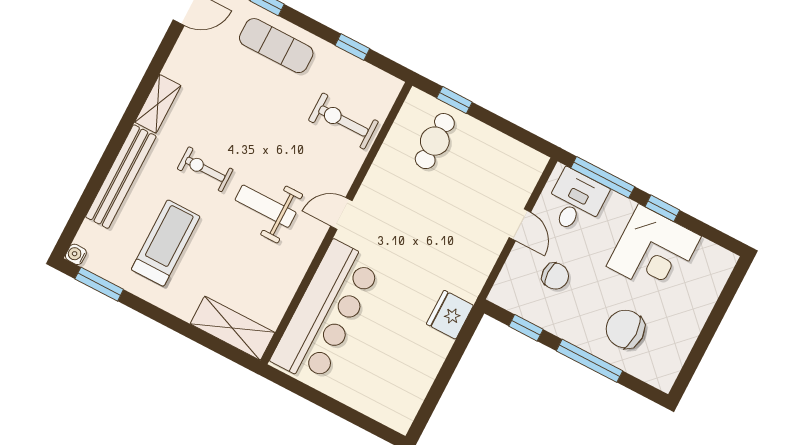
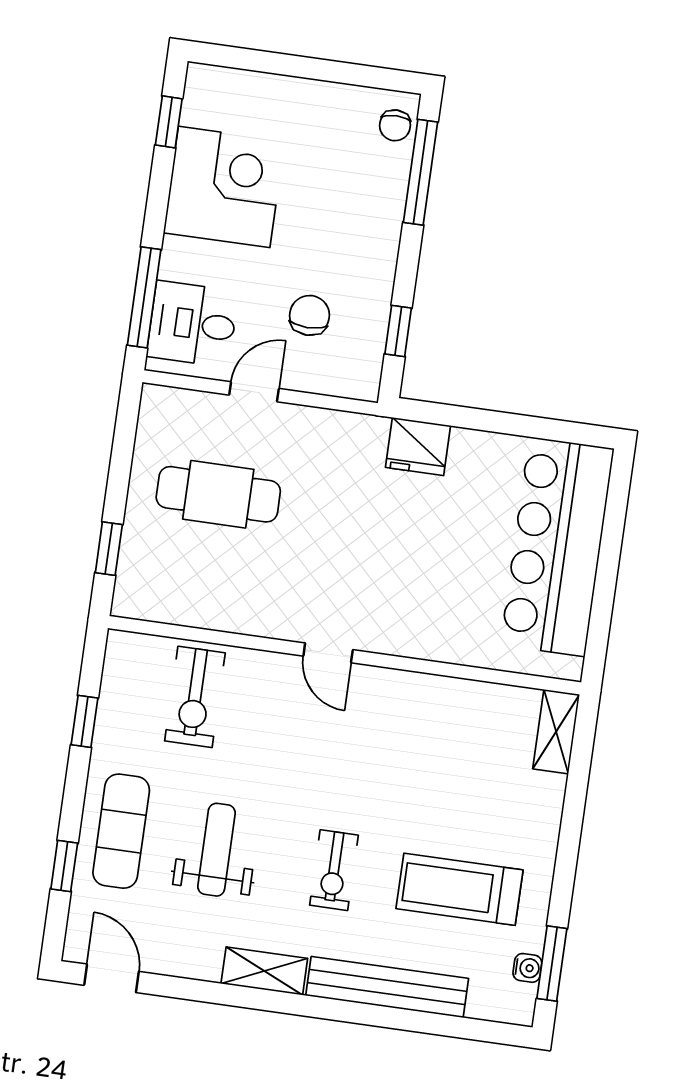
cafe table: (435, 141) -> (218, 494), moved, width x1.37, depth x1.35
weight bench: (266, 206) -> (216, 850), moved, turned 180
window: (662, 208) -> (169, 122), moved
water cooler: (76, 254) -> (527, 968), moved, turned -90
bar counter: (326, 313) -> (557, 547), moved, turned -90
shelving: (232, 328) -> (556, 732), width x0.67, depth x0.75
chair: (625, 329) -> (395, 125), moved, width x0.54, depth x0.54
window: (589, 361) -> (420, 172), moved

